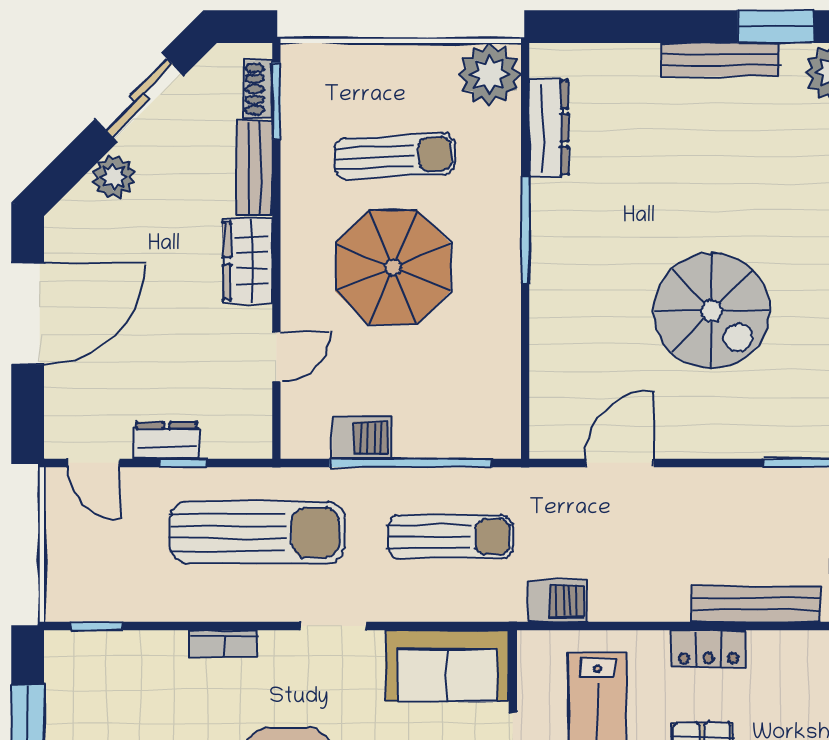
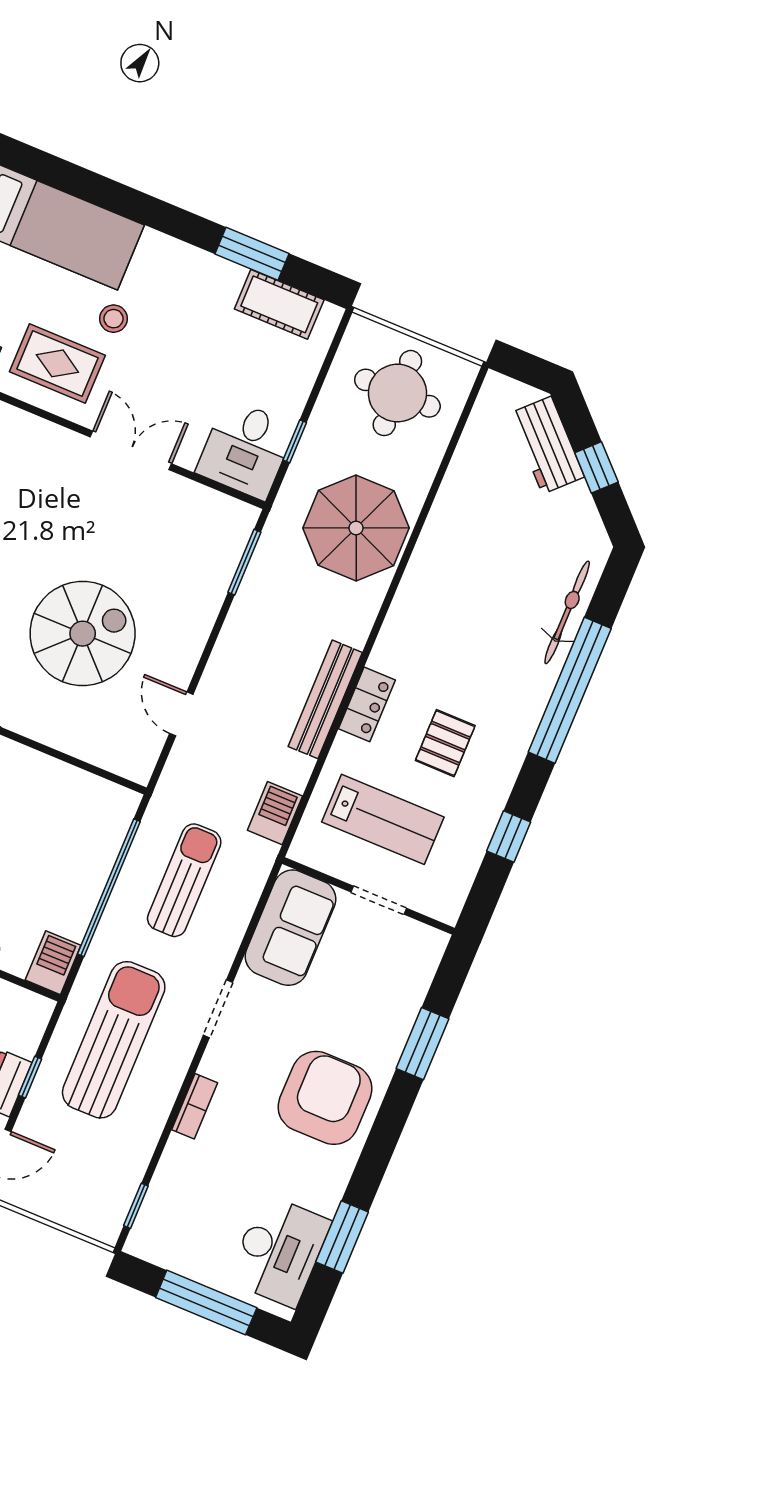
spiral stairs: (711, 311) -> (83, 634), moved
barbecue: (362, 438) -> (53, 963), moved
door: (619, 463) -> (181, 714), width x0.73
bench: (756, 604) -> (325, 699), moved

